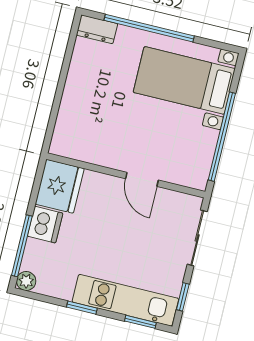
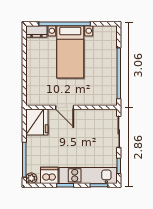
bed with nightstands: (184, 80) -> (70, 52), moved, turned -90
door: (142, 179) -> (65, 107), moved
dishwasher: (45, 225) -> (49, 175), moved, turned -90

